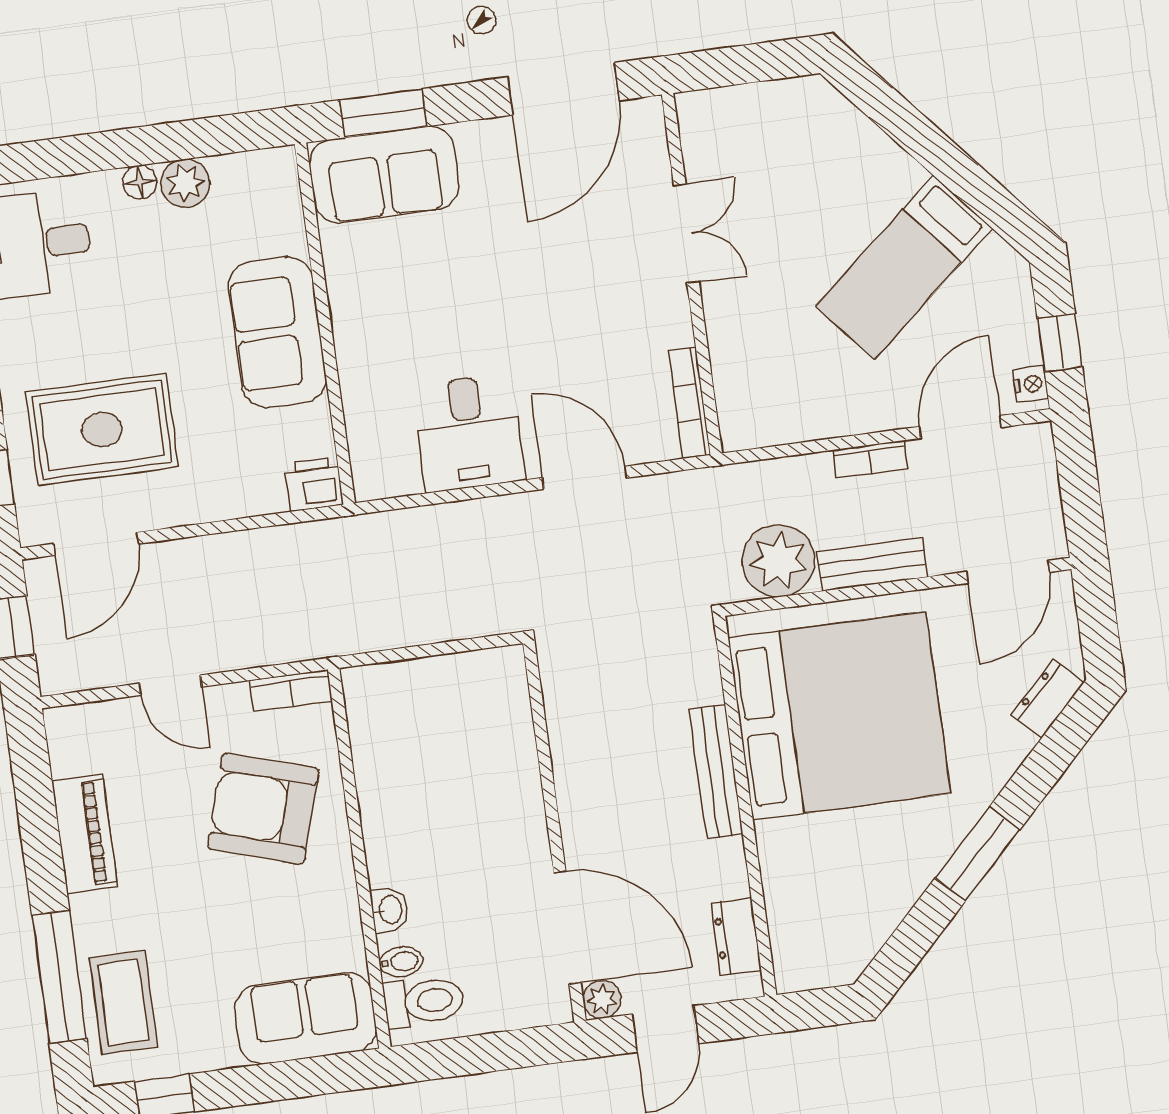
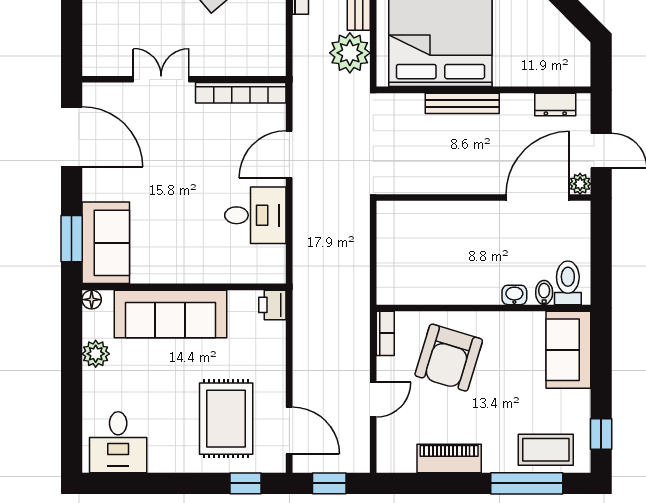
floor lamp: (140, 182) -> (92, 300), moved
sofa: (277, 332) -> (170, 314), width x1.36
bookcase: (690, 403) -> (241, 93), width x1.48, depth x1.31

